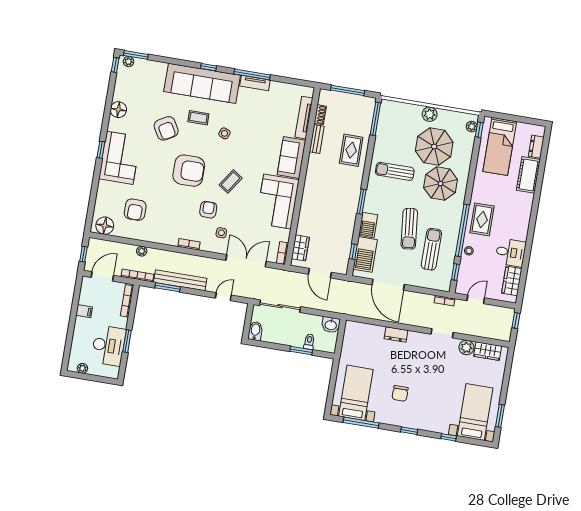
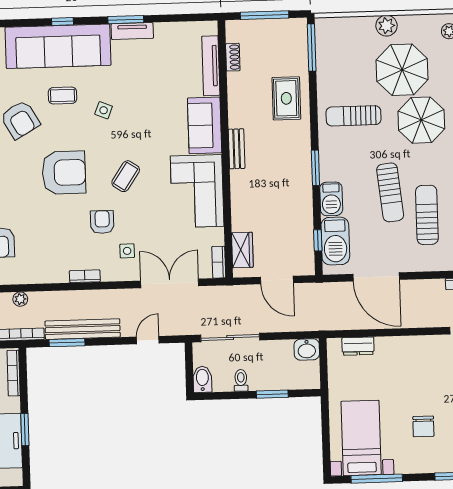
window: (252, 74) -> (126, 20), width x0.69
bench: (317, 139) -> (237, 149), moved
dresser: (396, 334) -> (358, 346), moved
toilet: (309, 342) -> (241, 380), moved

